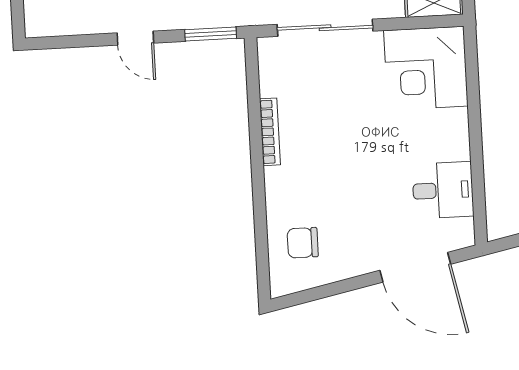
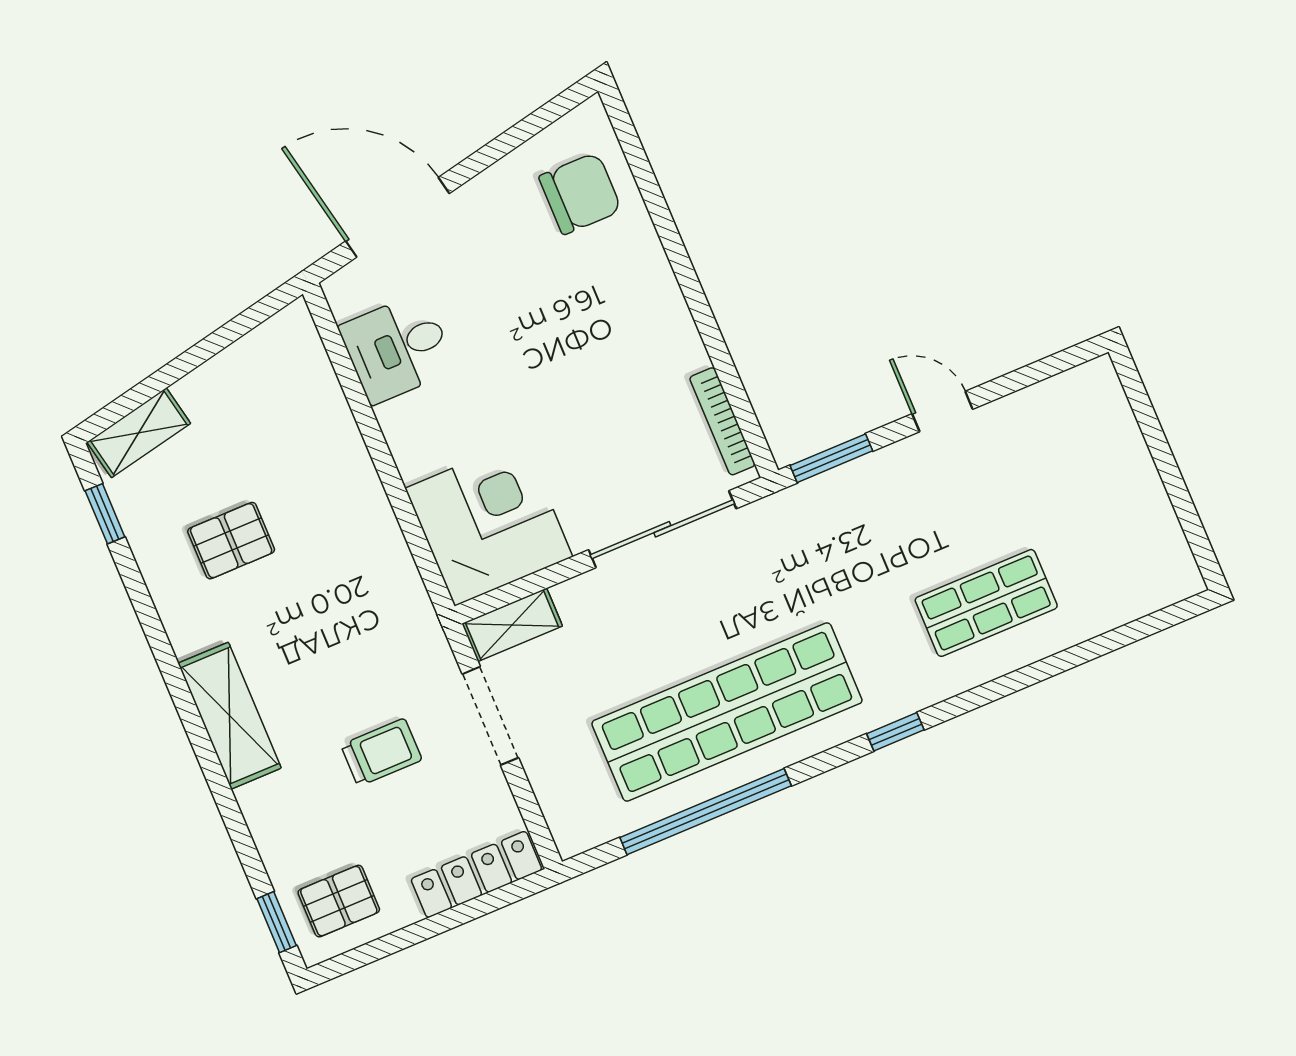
bookcase: (270, 132) -> (722, 421), moved
chair: (303, 243) -> (580, 193), width x1.37, depth x1.37

